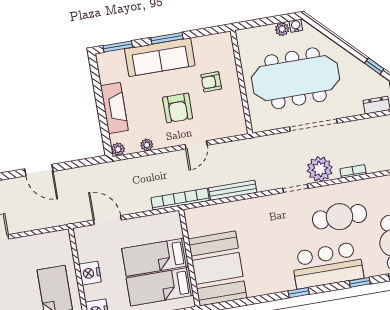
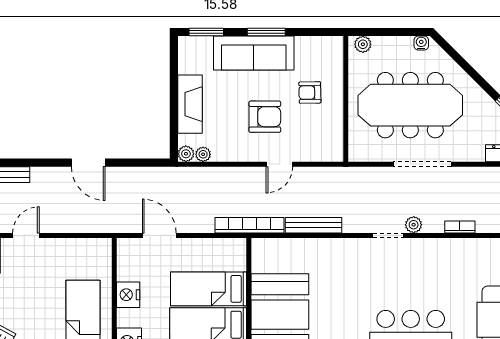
plant: (282, 29) -> (363, 44), moved
armchair: (178, 108) -> (265, 117), turned -90
plant: (147, 145) -> (203, 154), moved
plant: (320, 169) -> (414, 225), width x0.53, depth x0.53
cafe table: (339, 217) -> (435, 278), removed

